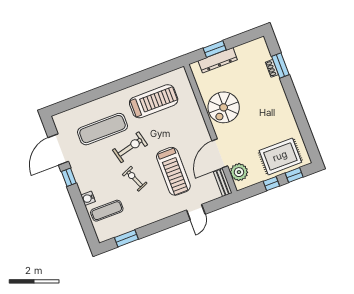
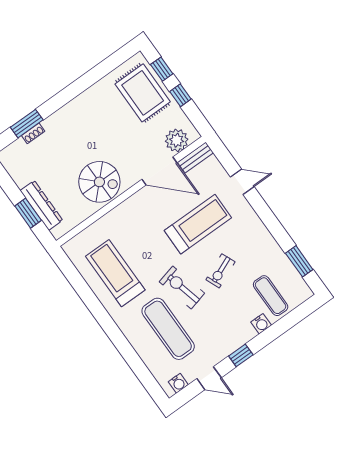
water cooler: (61, 126) -> (178, 383), added
door: (58, 149) -> (209, 378), width x0.53

